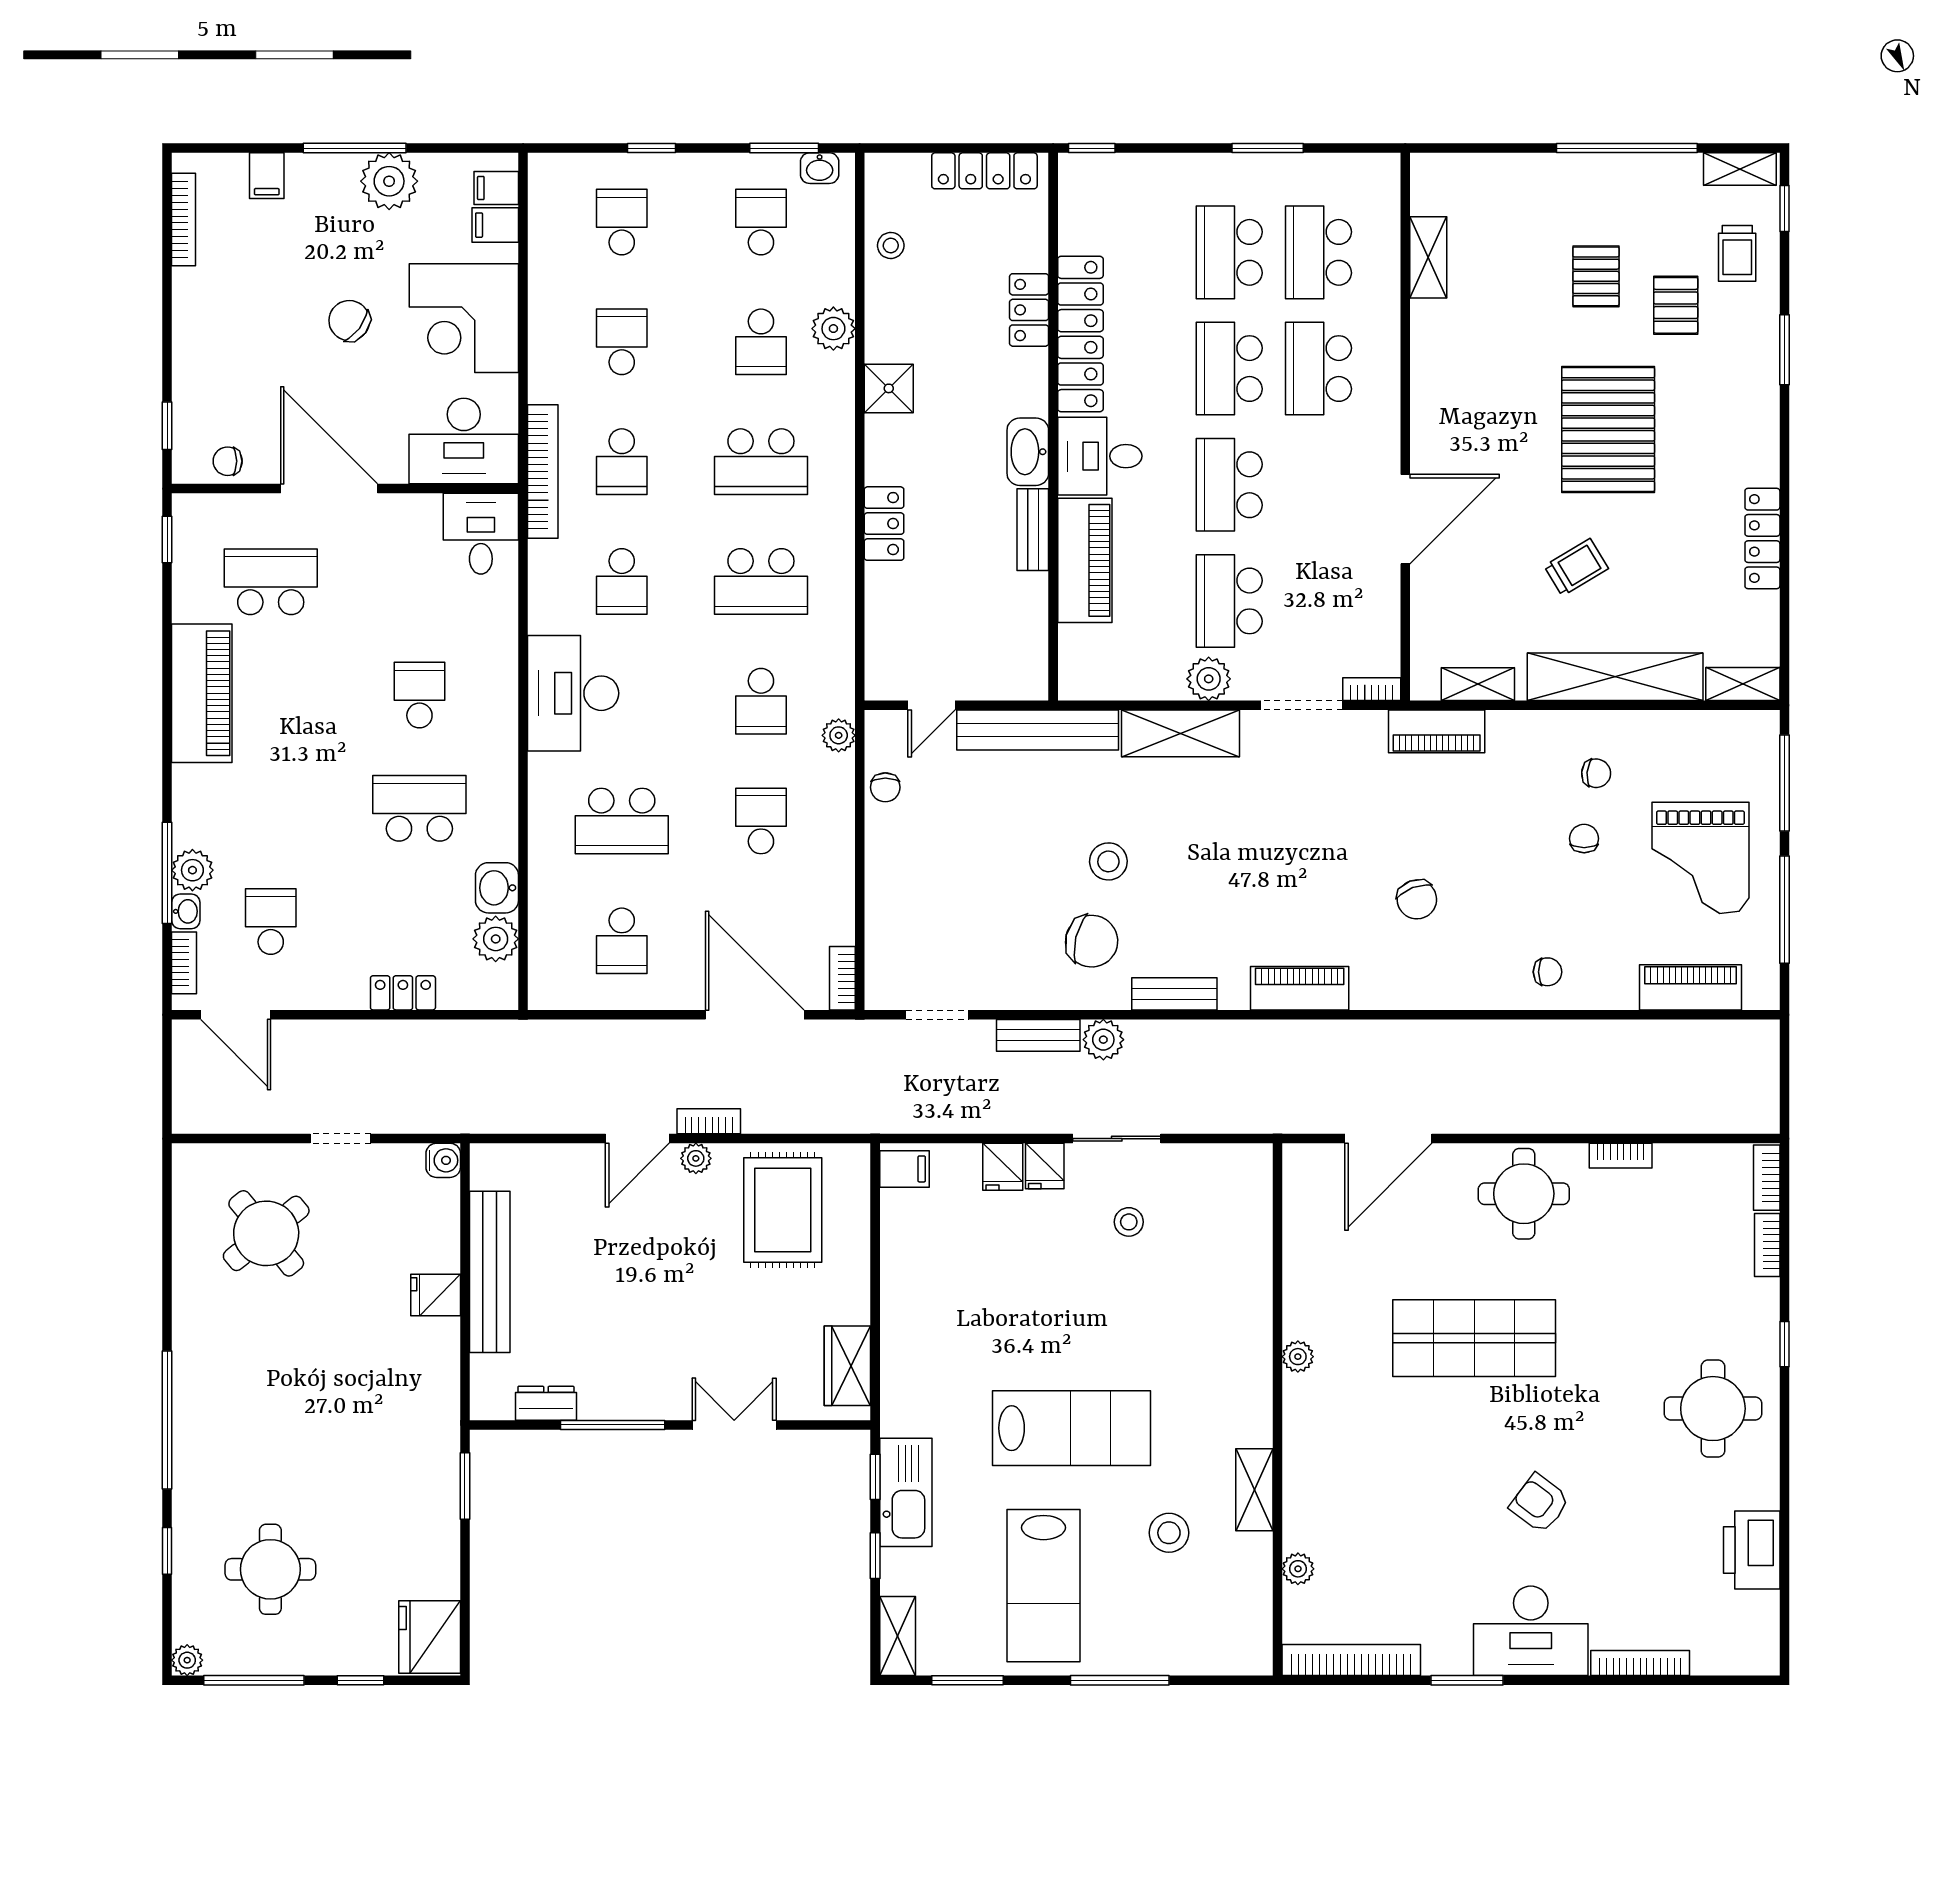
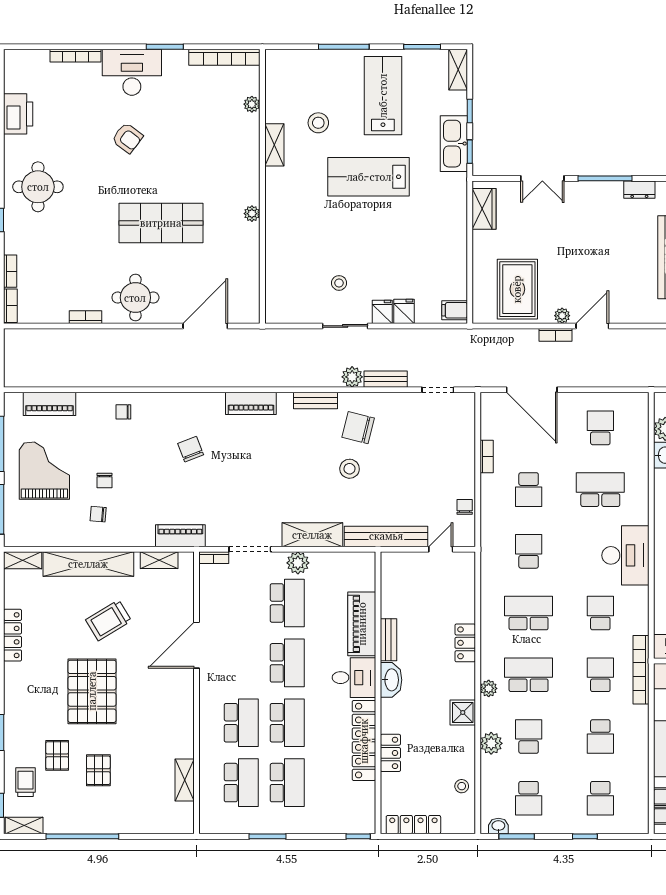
trolley: (1576, 567) -> (108, 620), width x1.36, depth x1.39
plant: (839, 735) -> (489, 688), moved
bookcase: (842, 978) -> (487, 456), moved

